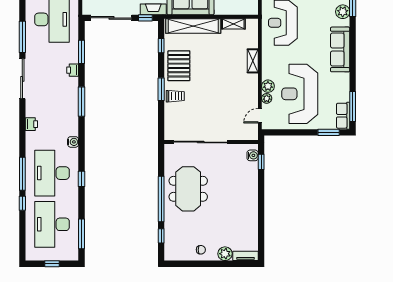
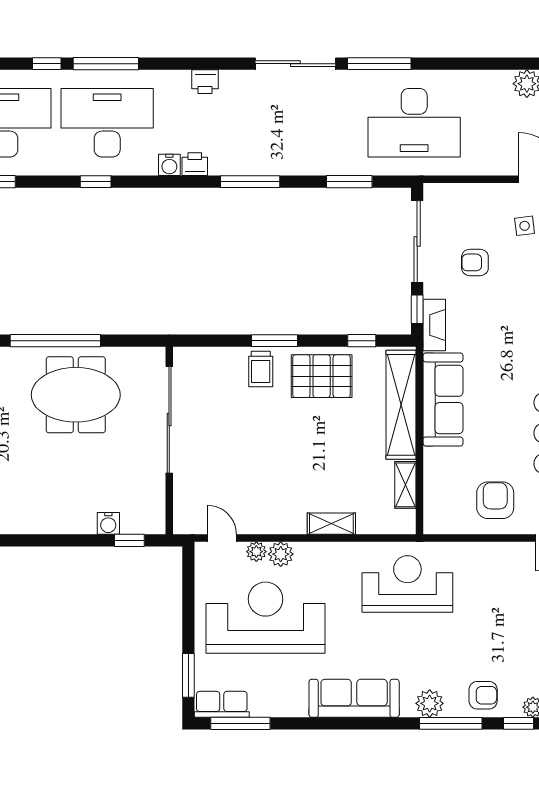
printer: (73, 70) -> (195, 164), moved
water cooler: (253, 155) -> (108, 523), moved

